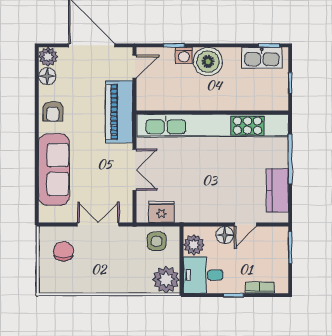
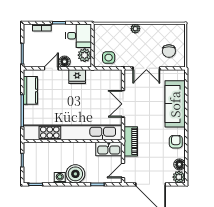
washing machine: (184, 55) -> (60, 178), moved
kitchen sink: (262, 58) -> (109, 149), moved, turned 180
piano: (119, 112) -> (131, 141), width x0.73, depth x0.75
fridge: (162, 212) -> (77, 77), moved
plant: (166, 280) -> (135, 29), moved, width x0.53, depth x0.53

